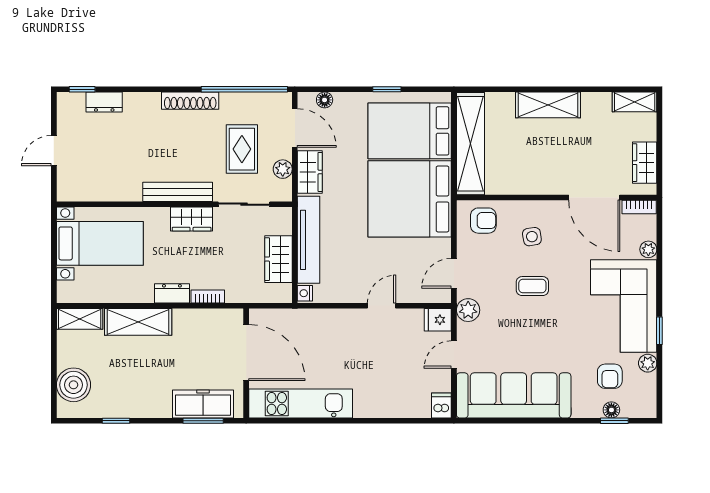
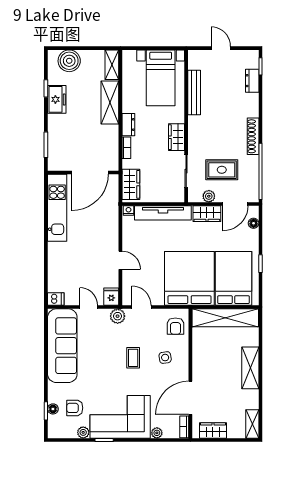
bench: (178, 192) -> (194, 93), moved
wardrobe: (279, 259) -> (131, 184), moved, turned 90
freezer: (203, 404) -> (57, 99), moved, width x0.71

